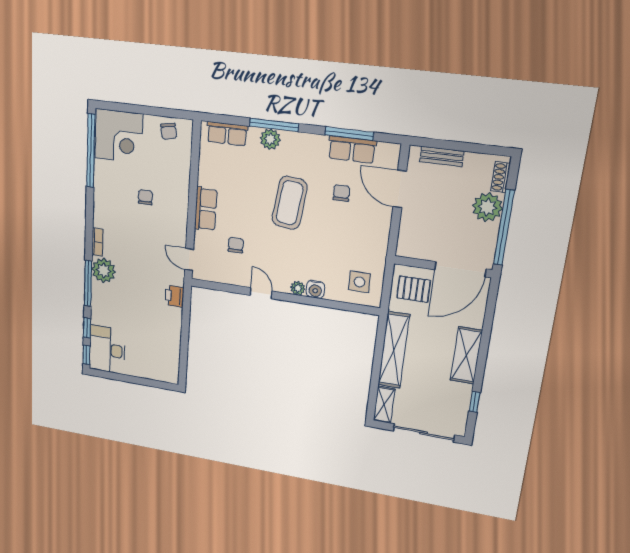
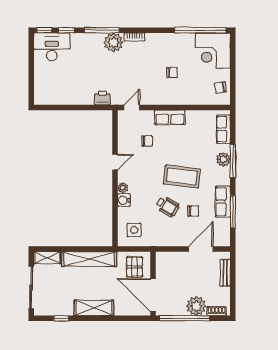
row of seats: (352, 150) -> (223, 202), moved
wheelchair: (331, 229) -> (168, 206), added

